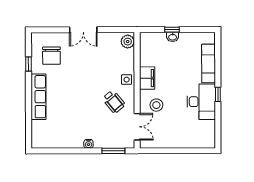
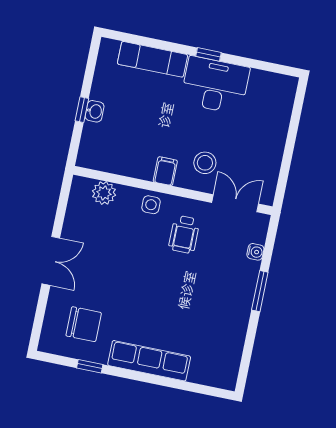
plant: (128, 42) -> (104, 193), moved
filing cabinet: (147, 78) -> (165, 171), width x0.50
wheelchair: (114, 102) -> (184, 234), turned 130
water cooler: (88, 144) -> (255, 252), moved
window: (113, 151) -> (260, 291), moved

